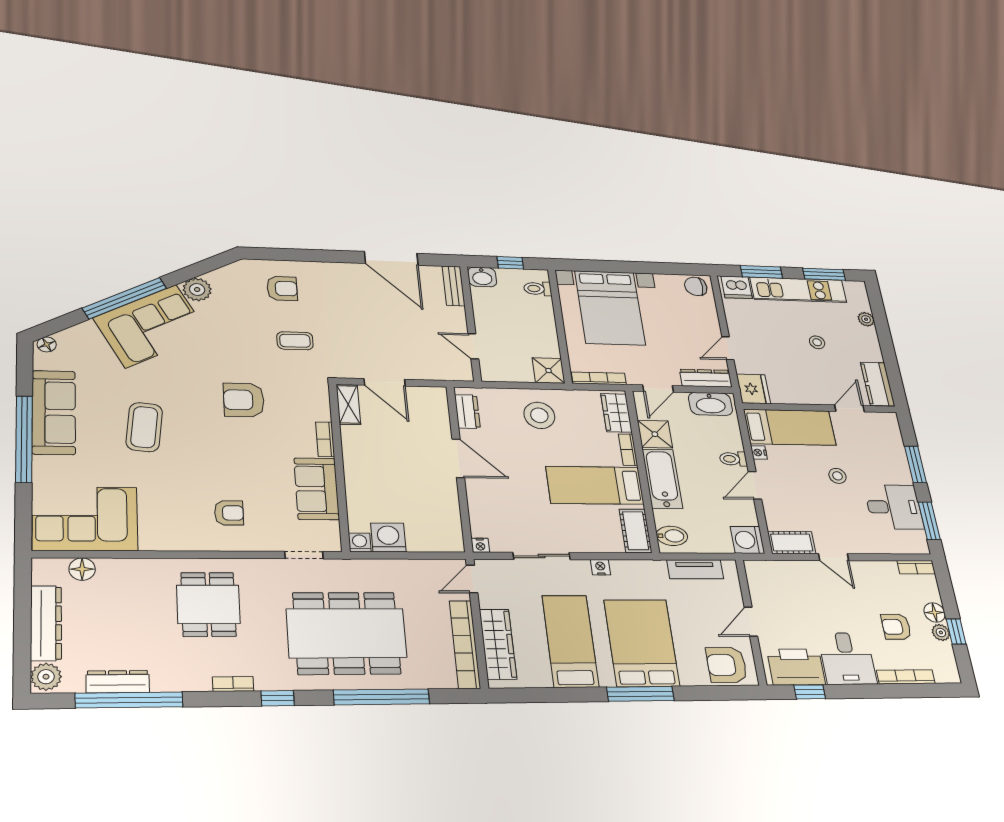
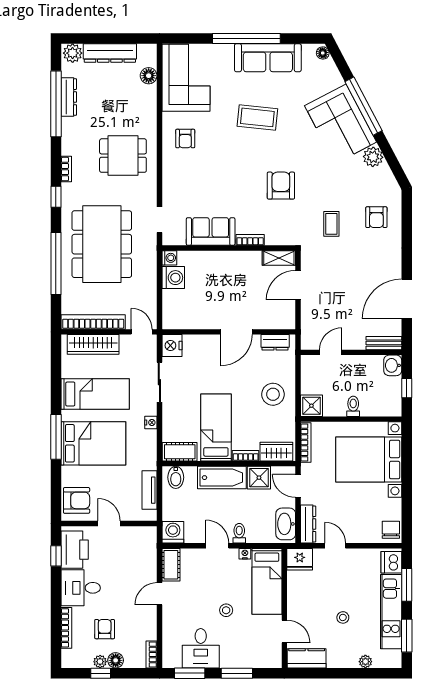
toilet: (538, 289) -> (353, 406), moved
armchair: (229, 513) -> (185, 139), moved
nightstand: (480, 545) -> (172, 346), width x1.89, depth x1.79
armchair: (727, 665) -> (77, 500), turned 90

